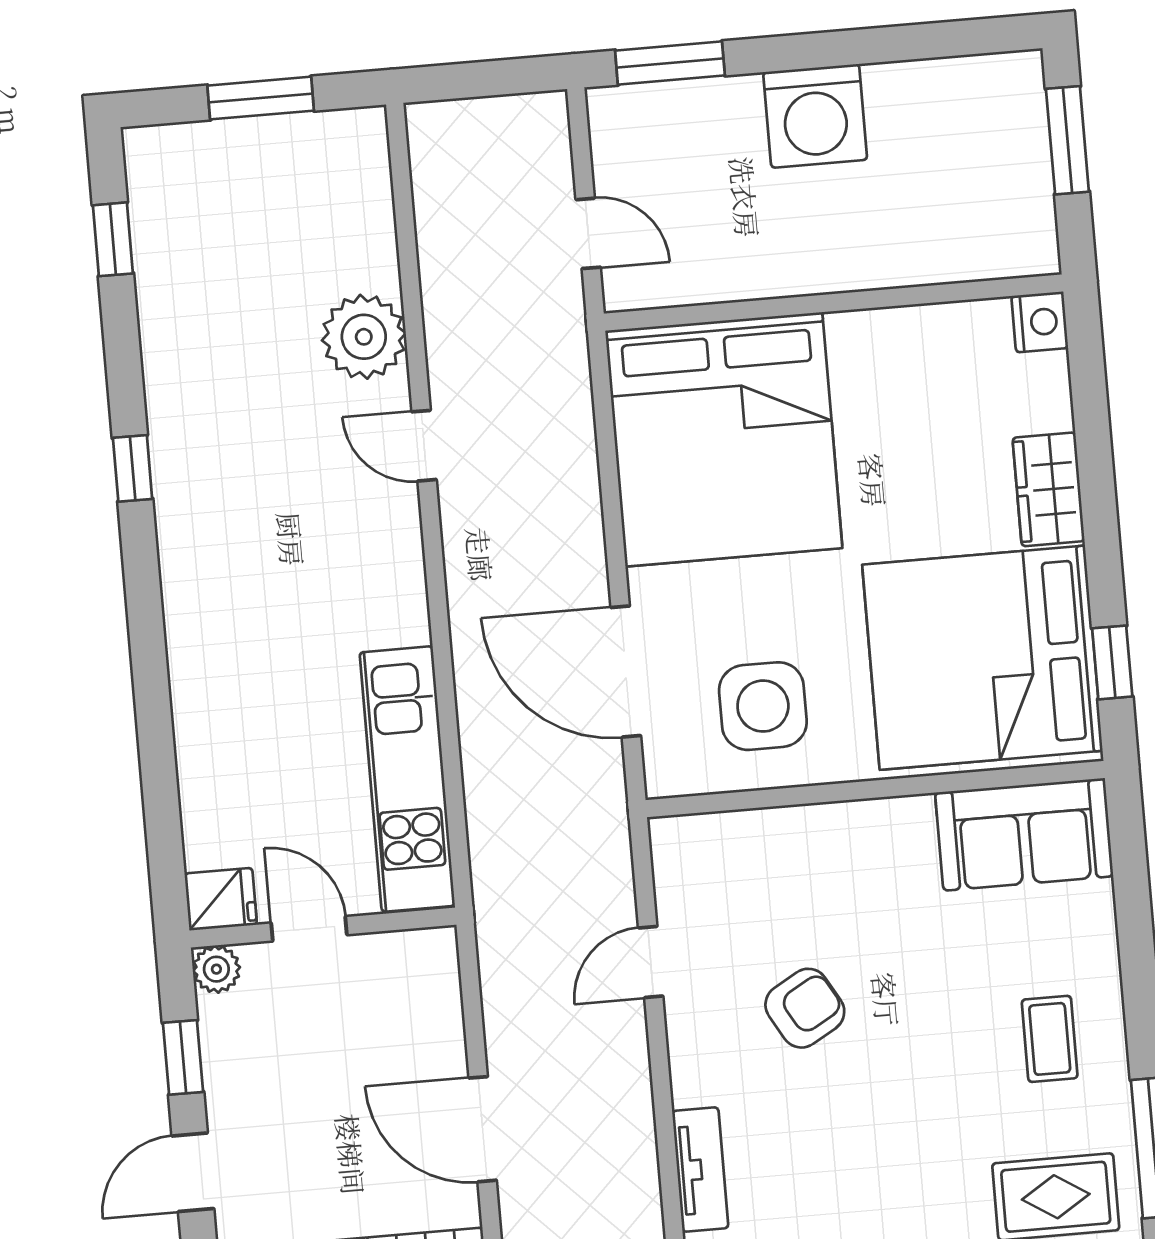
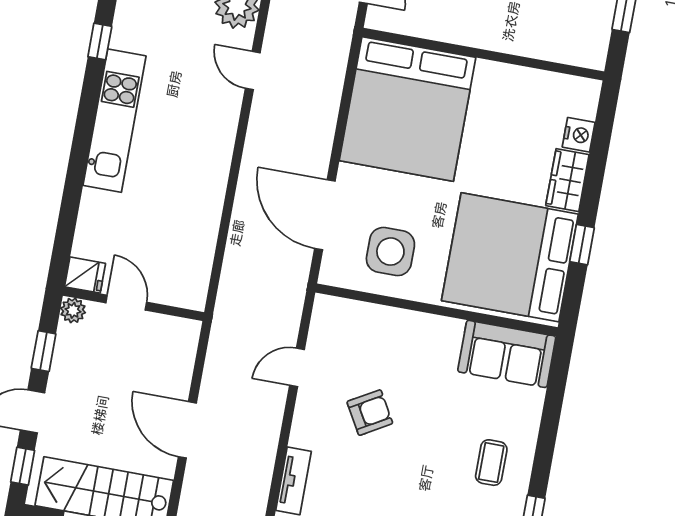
nightstand: (1040, 322) -> (579, 135), moved
window: (1112, 662) -> (582, 245), moved
kitchen unit: (407, 779) -> (114, 121), moved, turned 180

